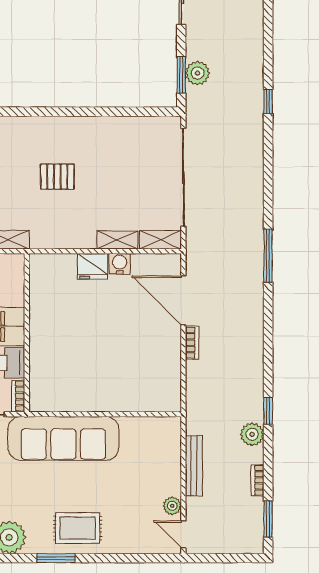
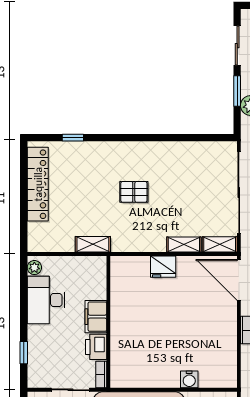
window: (181, 75) -> (237, 91), moved
water cooler: (120, 264) -> (189, 379), moved, turned 180
door: (183, 300) -> (239, 280), moved

